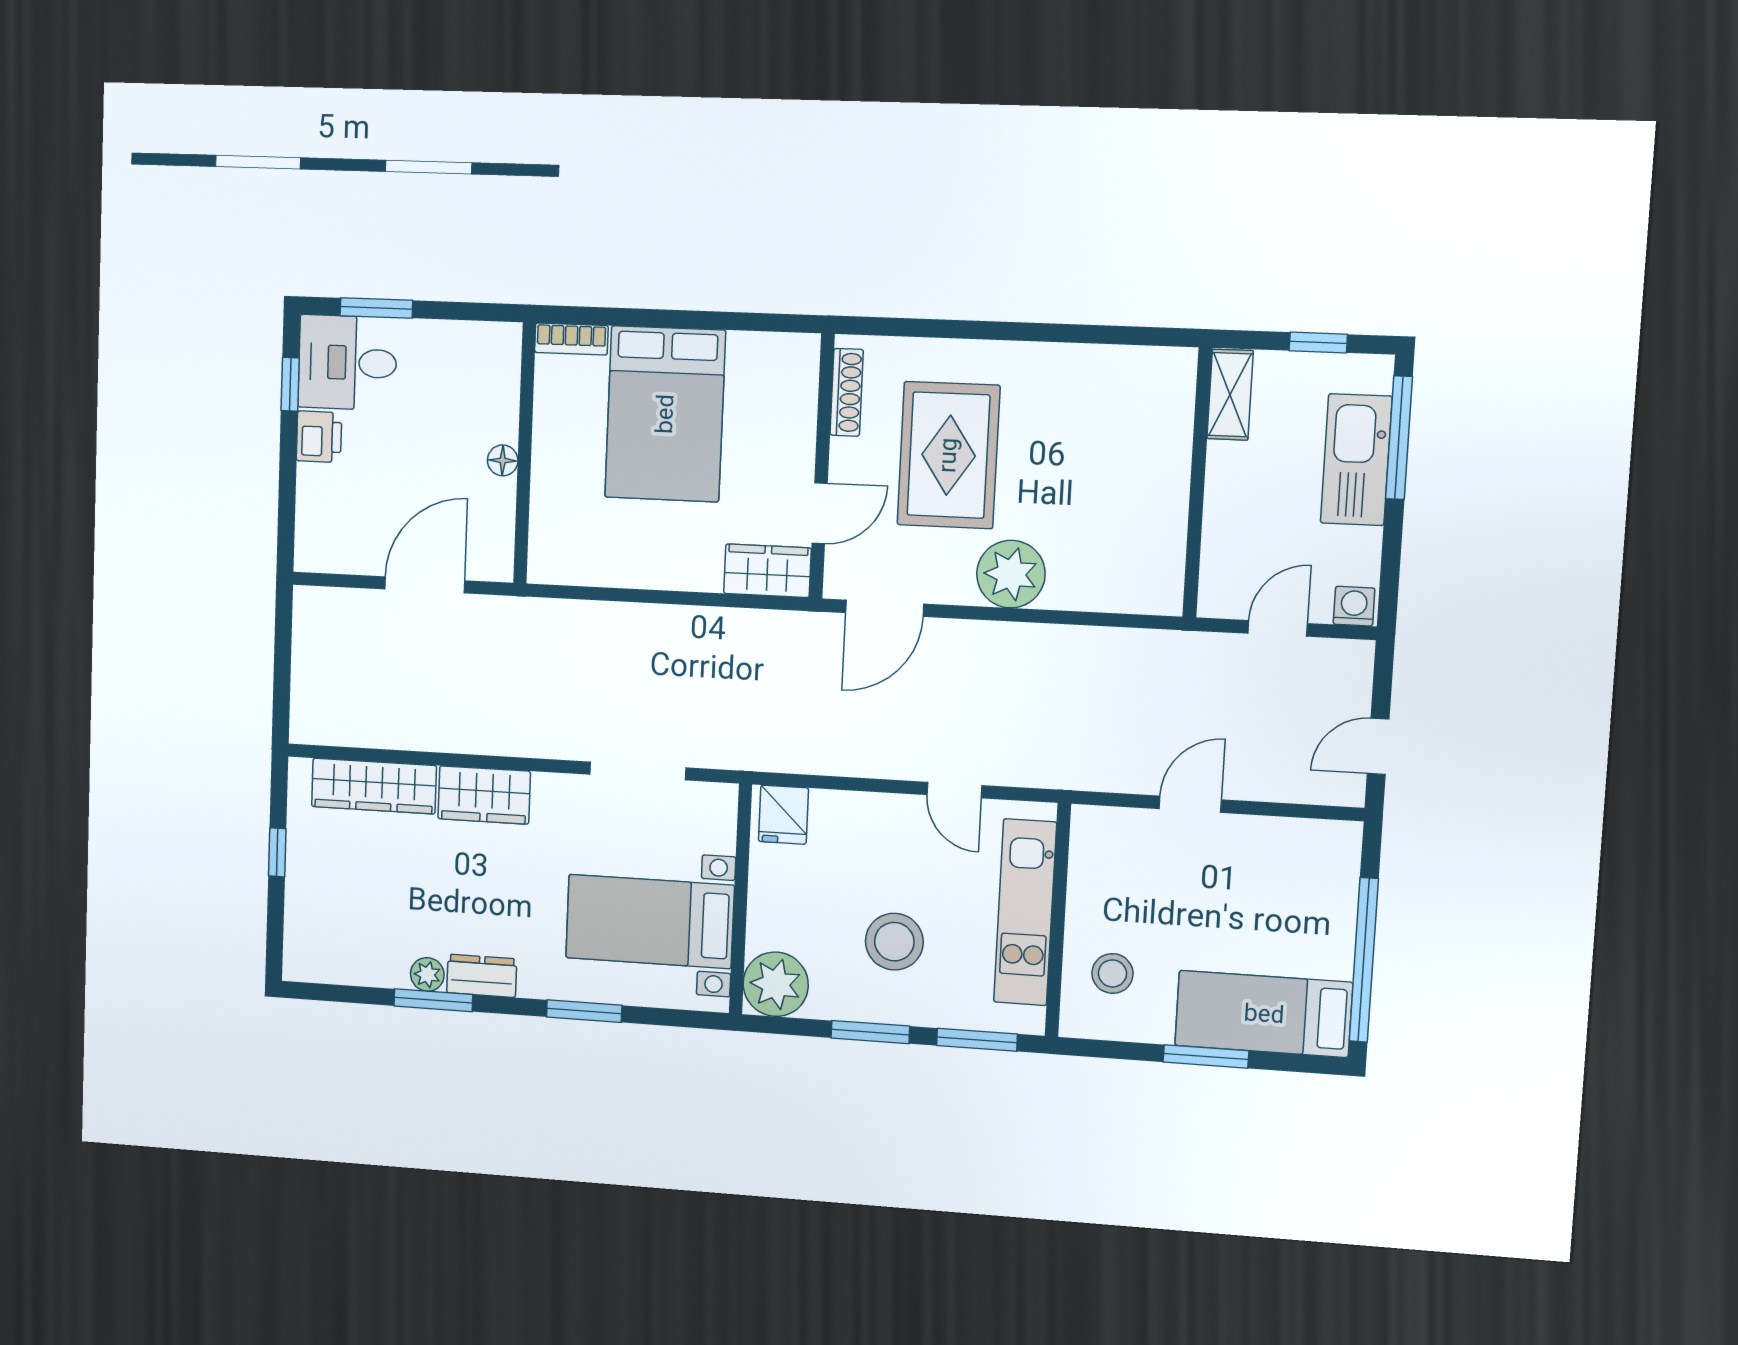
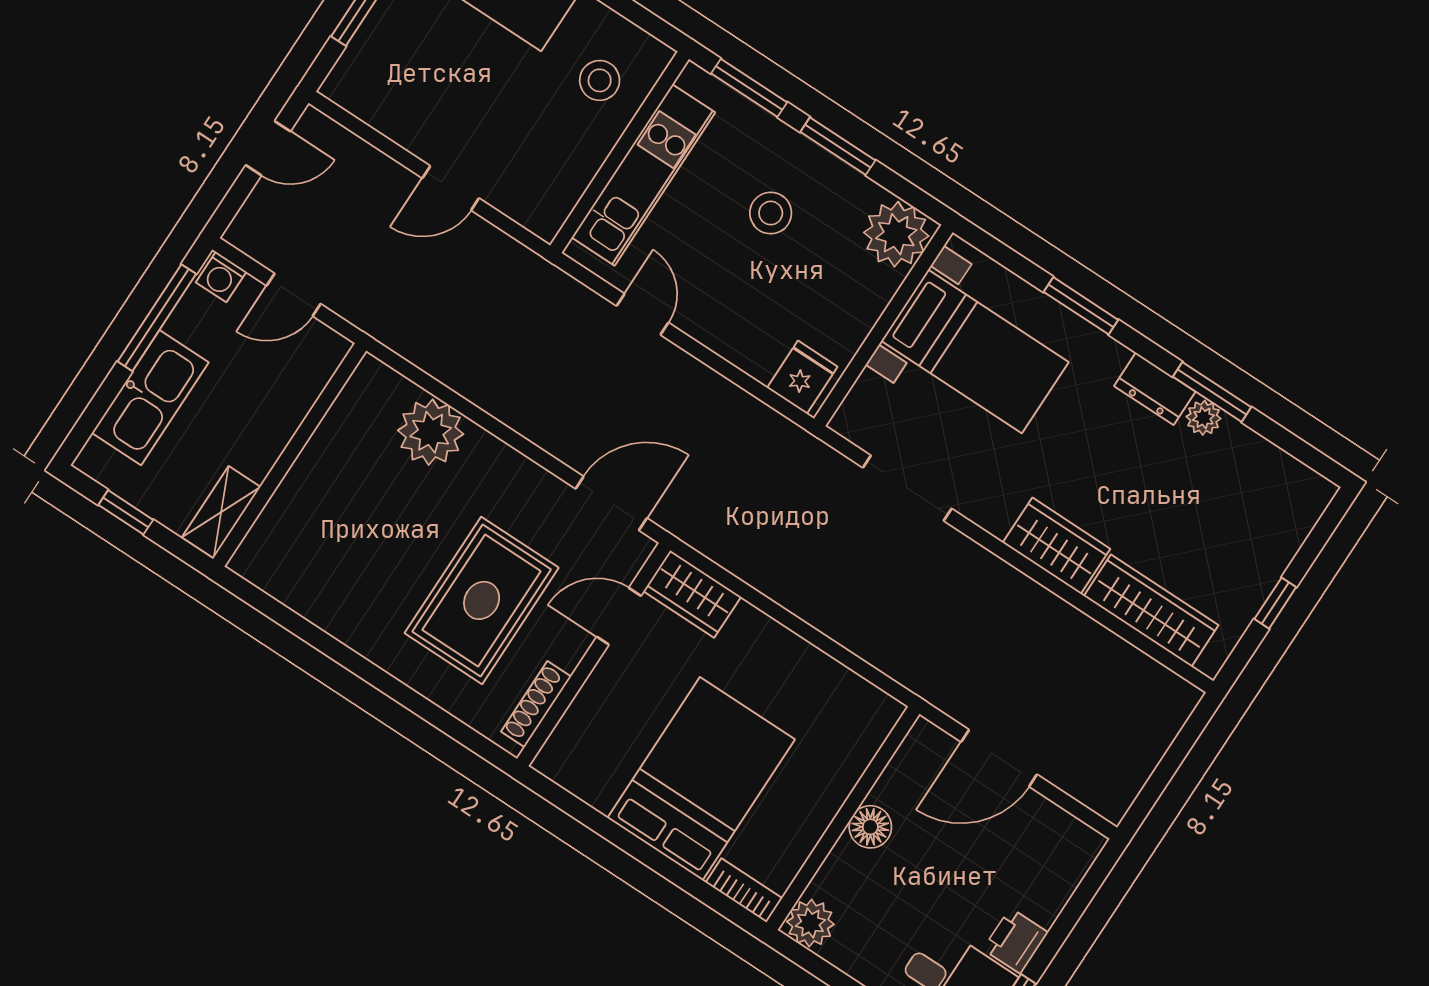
plant: (498, 346) -> (810, 923), added
window: (1399, 438) -> (157, 318), moved
floor lamp: (503, 460) -> (870, 827), width x1.37, depth x1.37
plant: (1011, 574) -> (431, 432), moved
stool: (894, 942) -> (771, 213), width x0.73, depth x0.73

